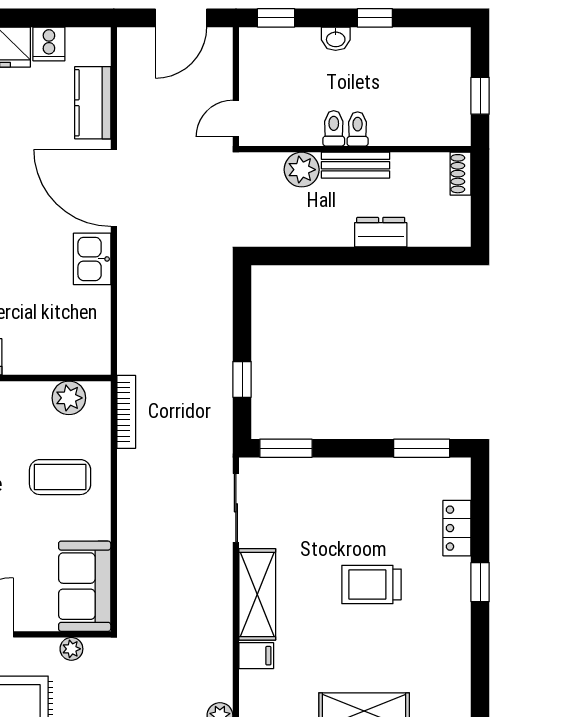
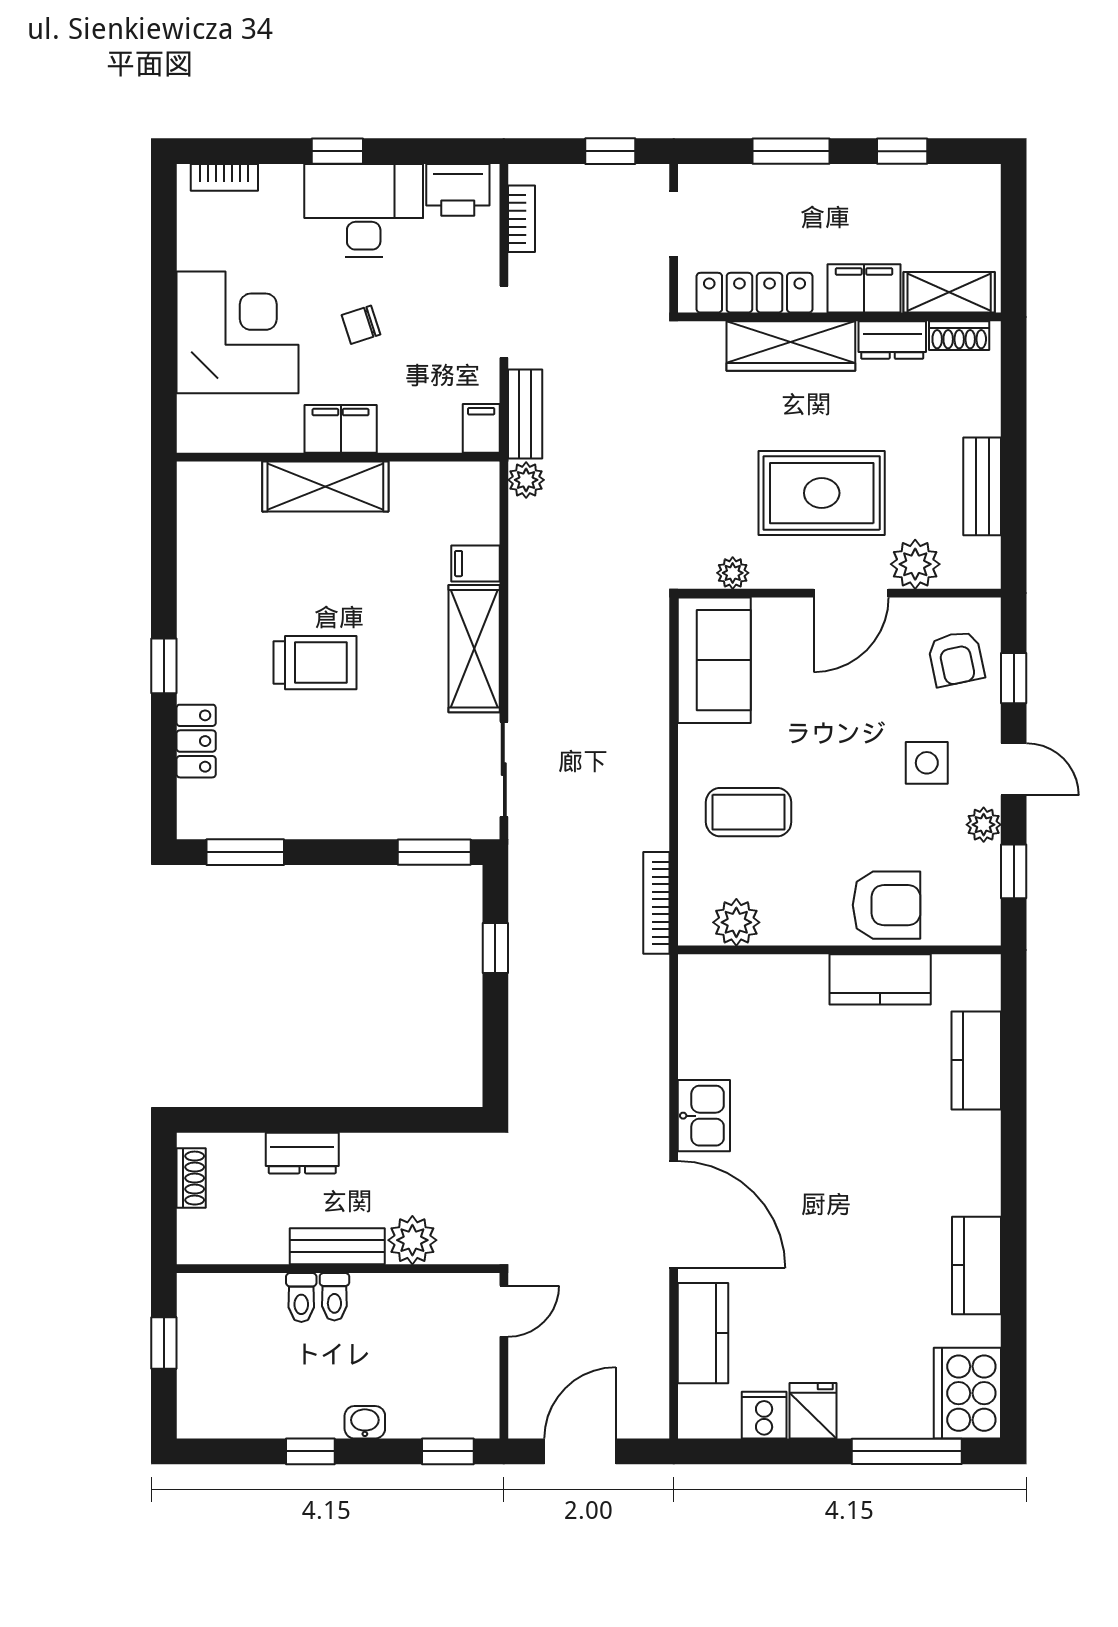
toilet: (334, 128) -> (301, 1297), moved
shoe rack: (461, 174) -> (191, 1178), moved

